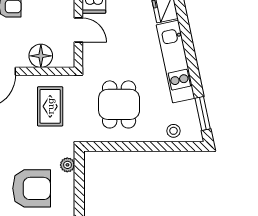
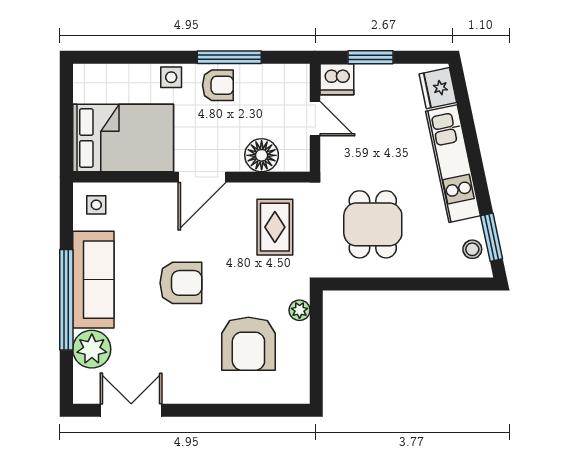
stool: (173, 131) -> (472, 249), moved
armchair: (32, 188) -> (248, 344), turned 90

